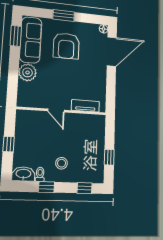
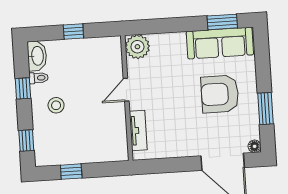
window: (64, 15) -> (265, 109), moved
plant: (28, 72) -> (137, 47), moved

